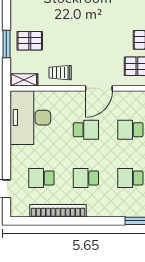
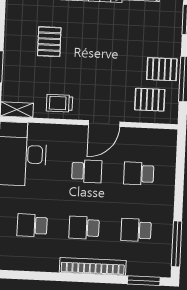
pallet: (30, 41) -> (49, 42), moved, turned 90
bookcase: (58, 211) -> (93, 266), moved

